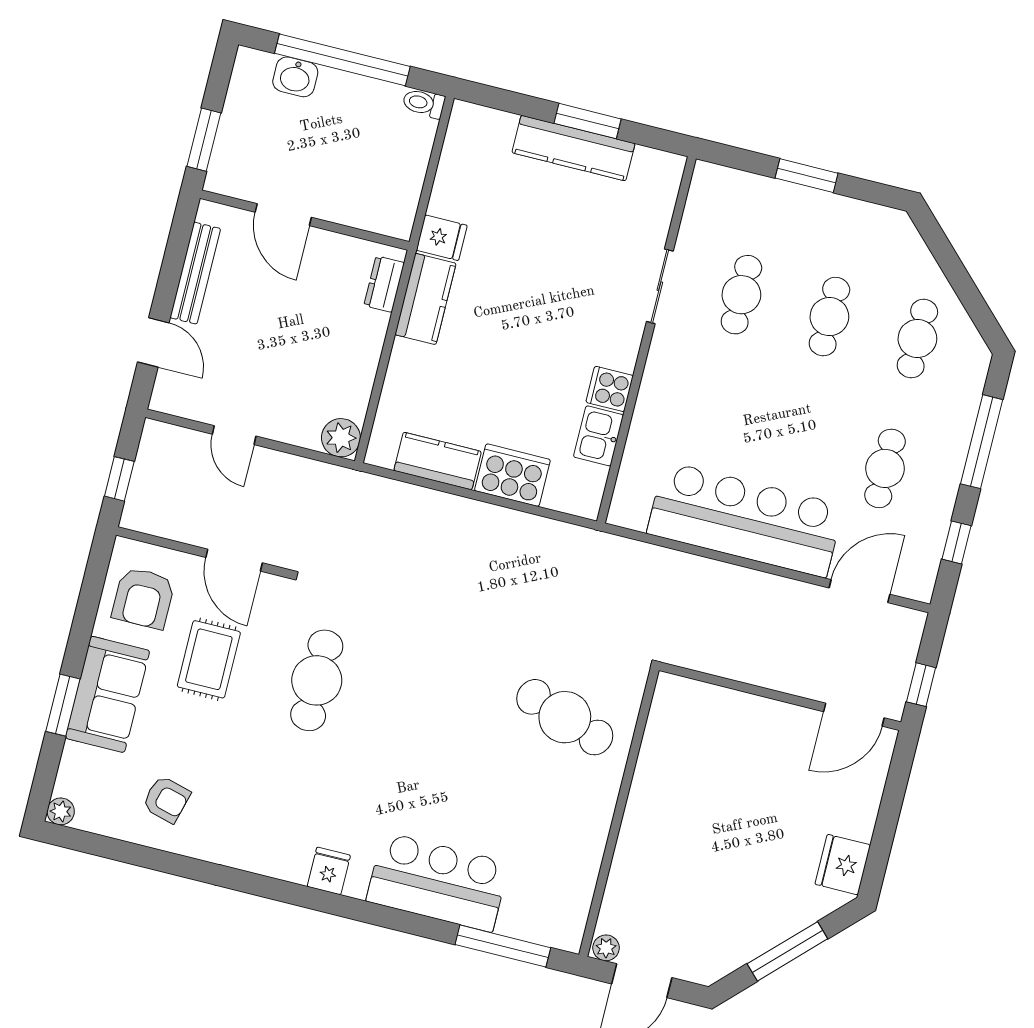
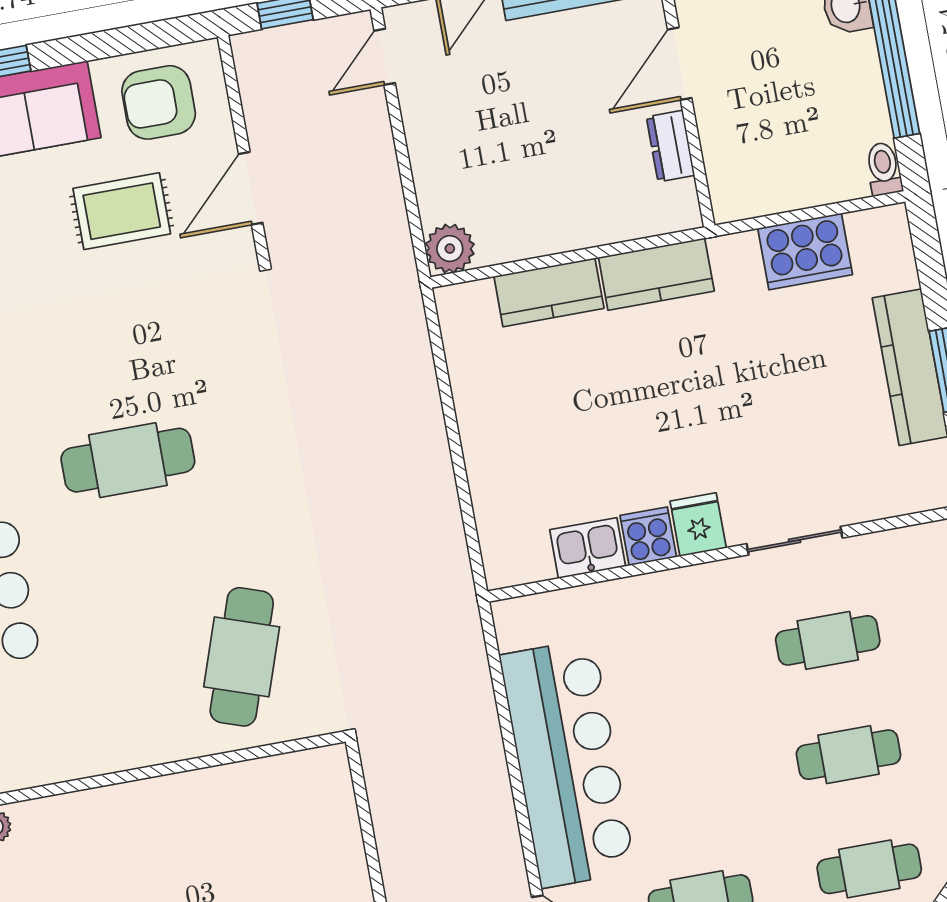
fridge: (442, 238) -> (698, 525), moved, turned 180
dresser: (384, 284) -> (670, 146), moved, turned -90
door: (234, 435) -> (385, 57), moved
kitchen counter: (438, 461) -> (549, 292), moved, turned 90
cooker: (512, 475) -> (805, 251), moved, turned 90
cafe table: (317, 680) -> (128, 460), moved

